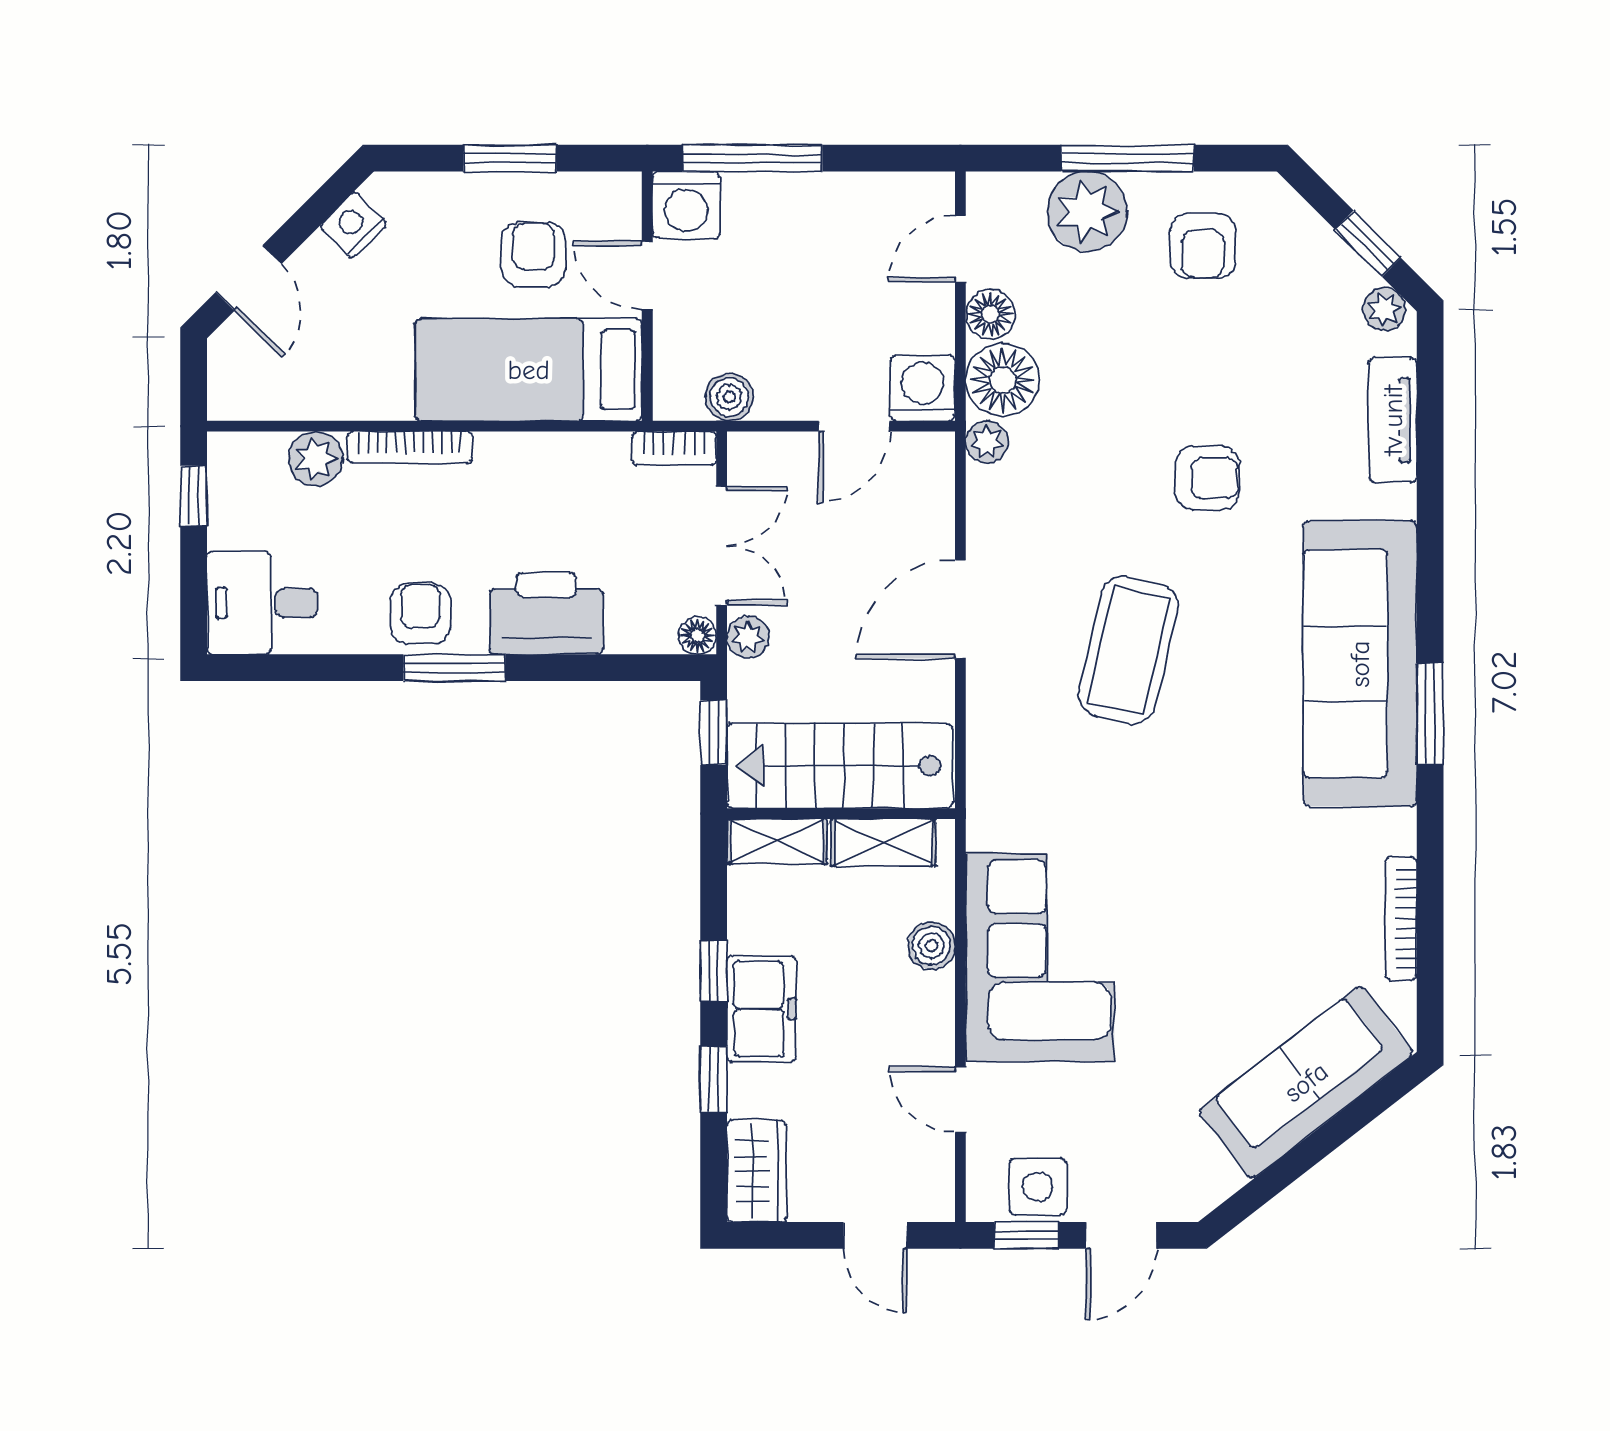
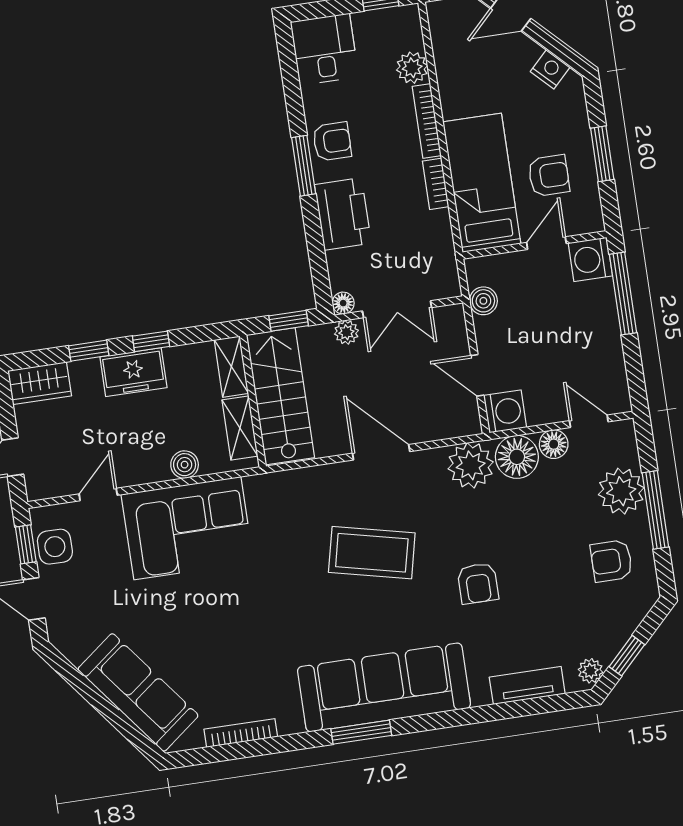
plant: (987, 442) -> (471, 465), width x1.87, depth x1.87
bookcase: (674, 448) -> (436, 184), moved

